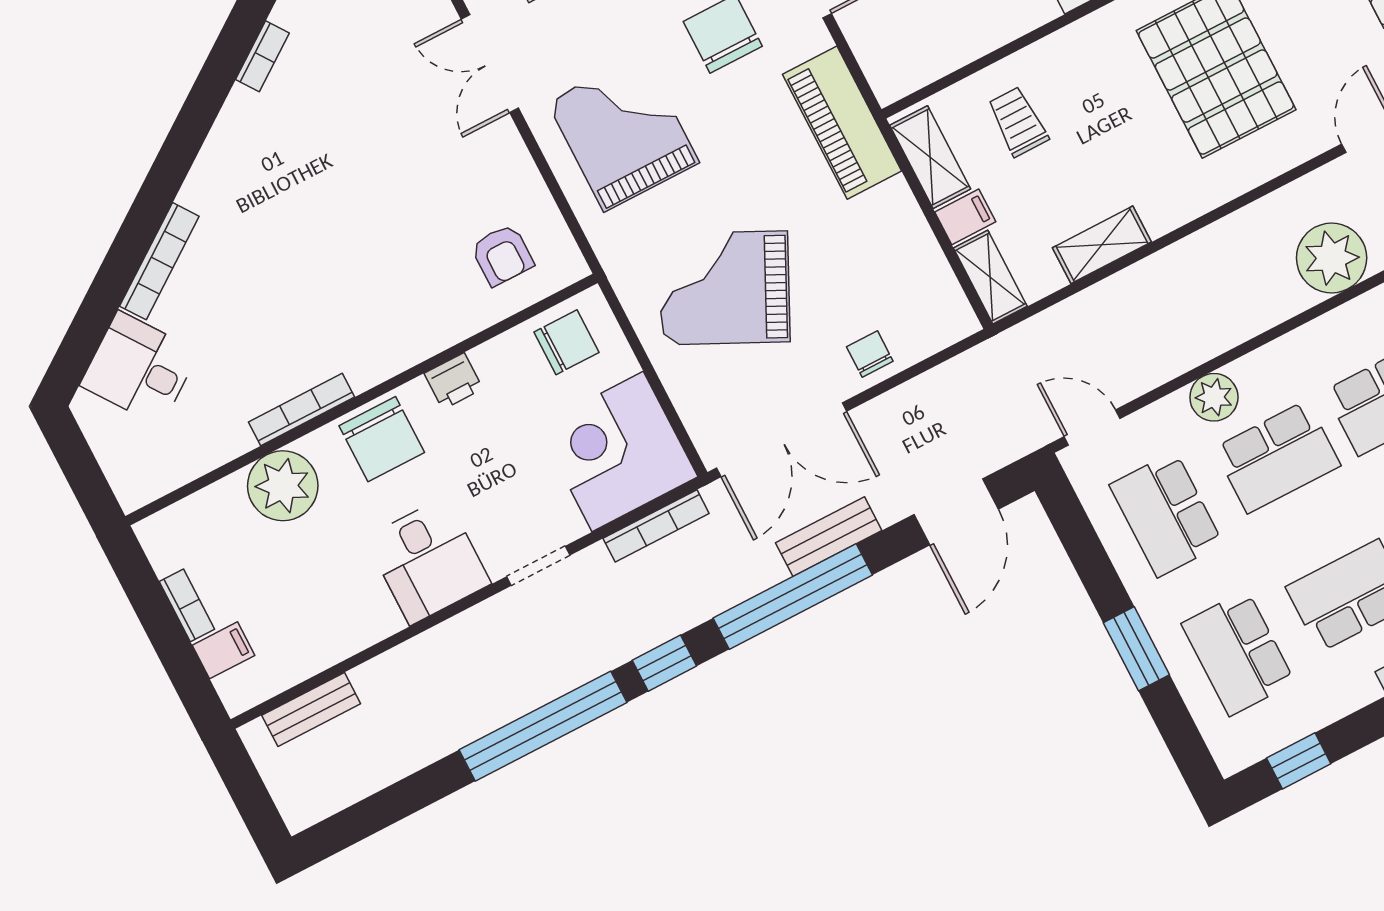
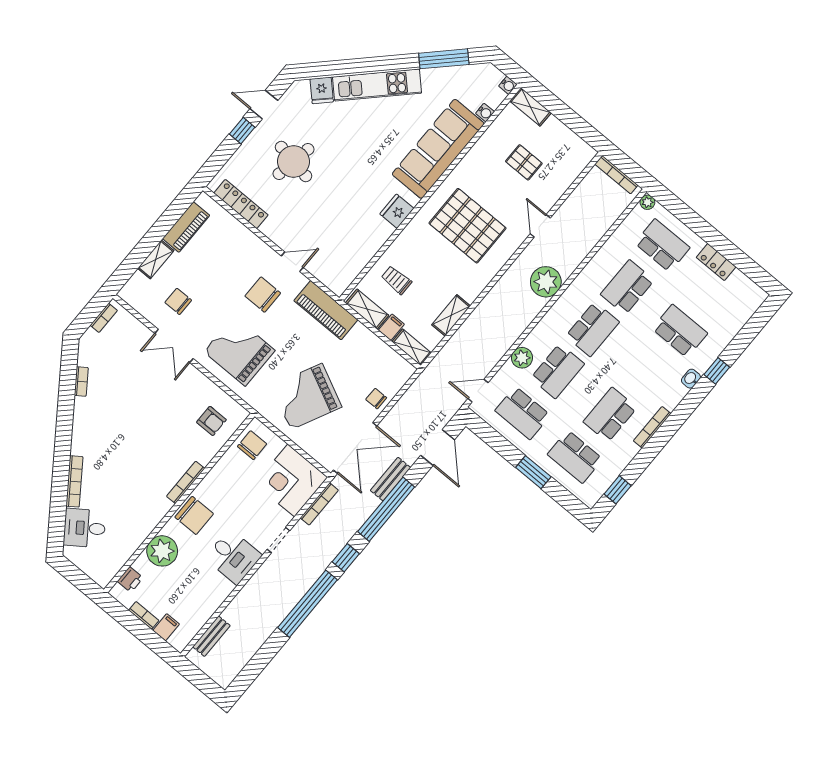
printer: (453, 381) -> (130, 579), moved
bookcase: (301, 409) -> (186, 482), moved

